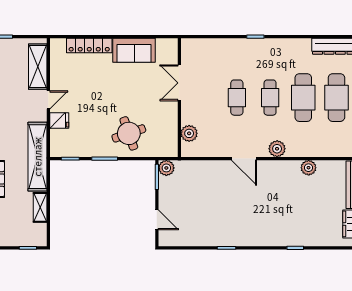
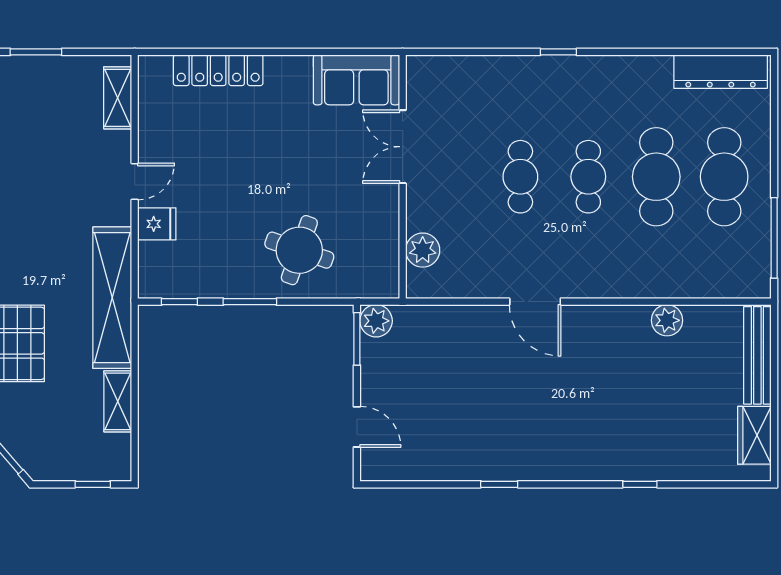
sofa: (134, 50) -> (356, 80), moved
shelving: (38, 67) -> (118, 98), width x0.67, depth x0.75
round table: (129, 133) -> (299, 250), turned 38
plant: (277, 149) -> (603, 282), removed

